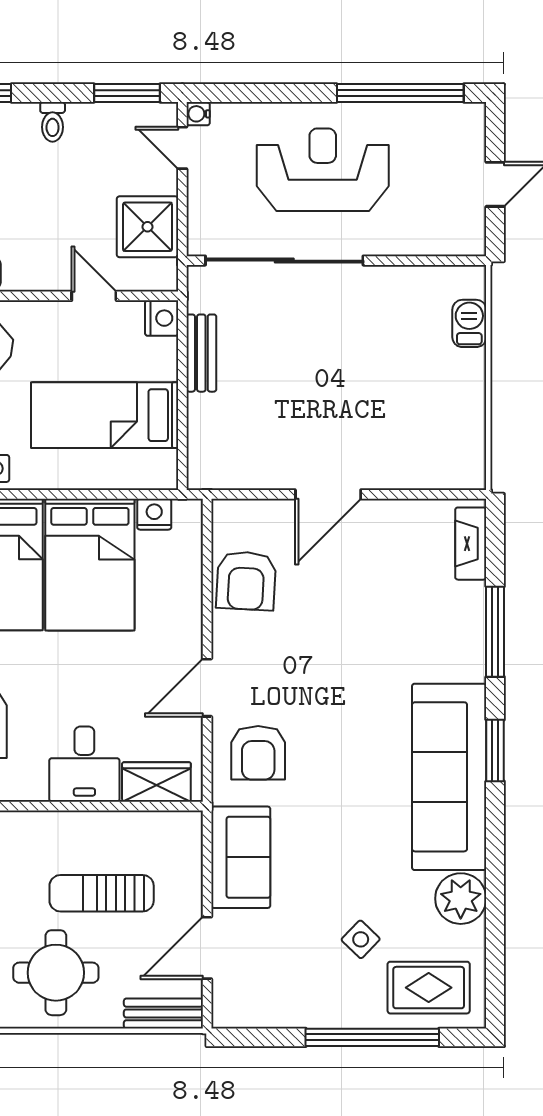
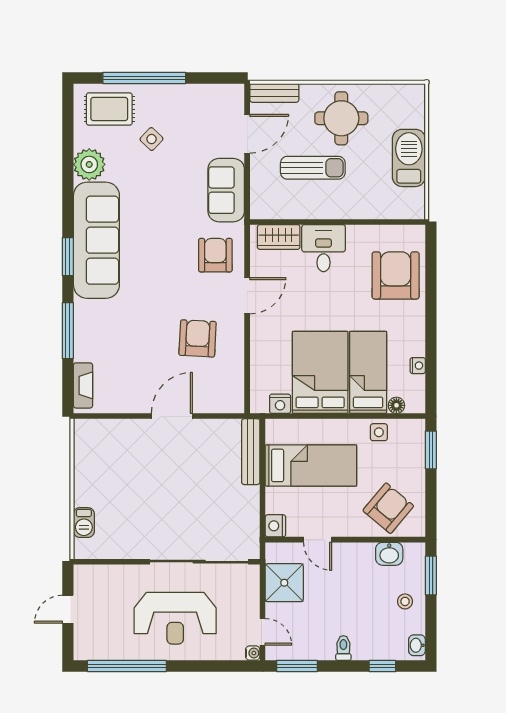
bench: (201, 353) -> (251, 452), moved, width x1.36
armchair: (246, 581) -> (198, 338), moved

